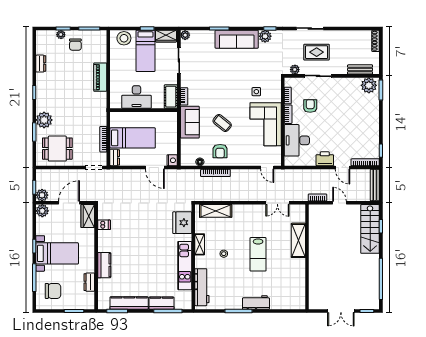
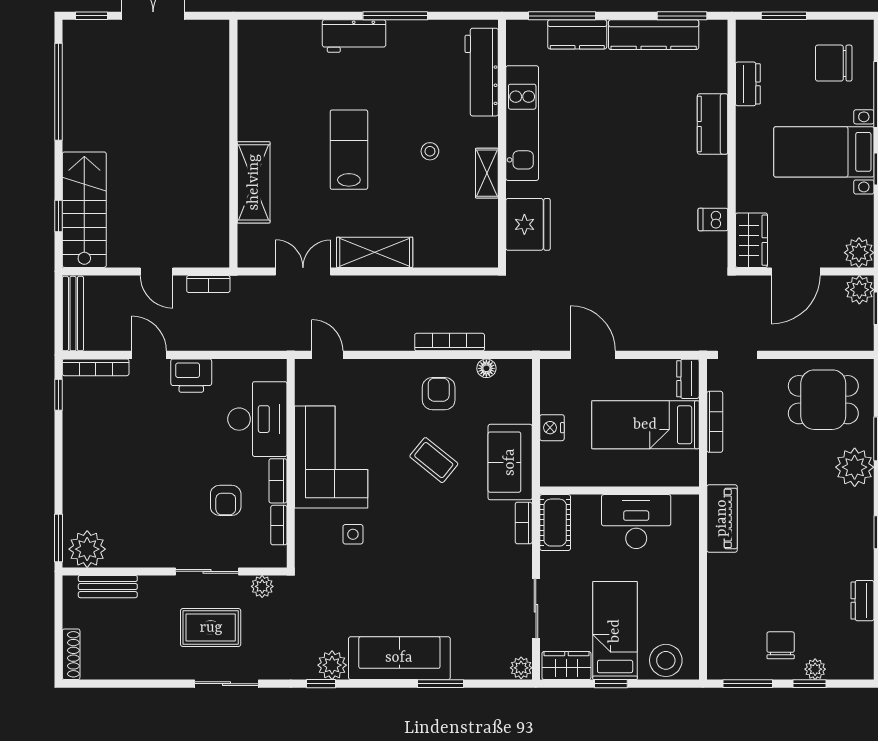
piano: (100, 77) -> (722, 518), moved
nightstand: (172, 160) -> (552, 428), moved
shelving: (216, 211) -> (375, 252), moved

